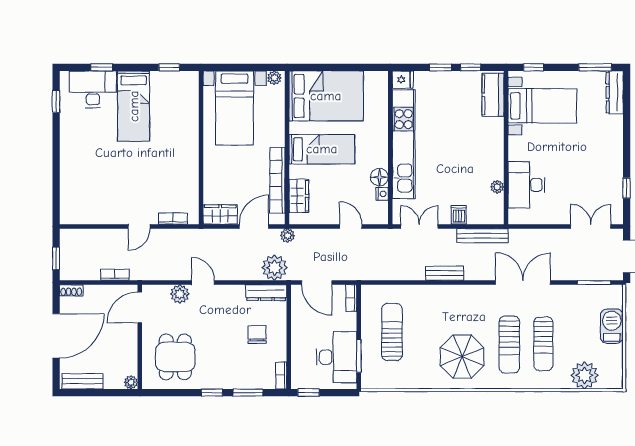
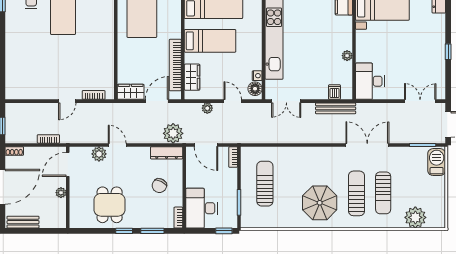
floor lamp: (379, 177) -> (255, 89), moved
desk: (526, 185) -> (370, 81), moved
plant: (497, 187) -> (347, 56), moved
window: (627, 188) -> (448, 52), moved
dishwasher: (459, 215) -> (334, 92), moved
double door: (419, 226) -> (286, 101), swing flipped
plant: (288, 235) -> (207, 108), moved
bench: (445, 273) -> (306, 138), removed
barbecue: (612, 326) -> (437, 162), moved
chair: (257, 334) -> (159, 186), turned -153
sun lounger: (509, 345) -> (357, 193), turned 180
dining table: (175, 357) -> (110, 205), moved
desk: (337, 357) -> (202, 208), moved, turned 180
plant: (131, 382) -> (61, 193), moved
window: (309, 393) -> (224, 231), moved

